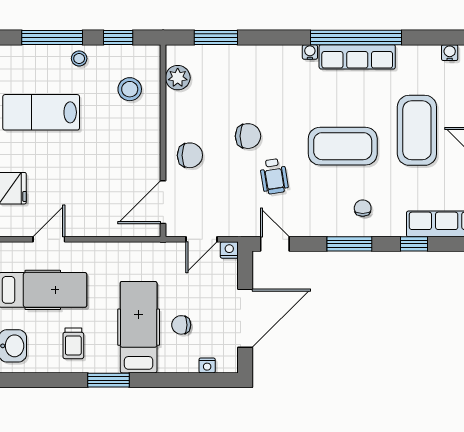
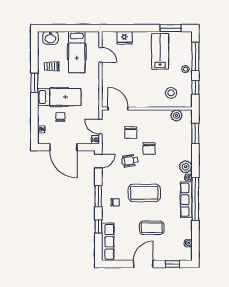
plant: (287, 58) -> (186, 167), added
coffee table: (417, 130) -> (152, 228), width x0.73, depth x0.76
coffee table: (343, 146) -> (144, 193), turned 90
chair: (190, 155) -> (131, 133), moved

